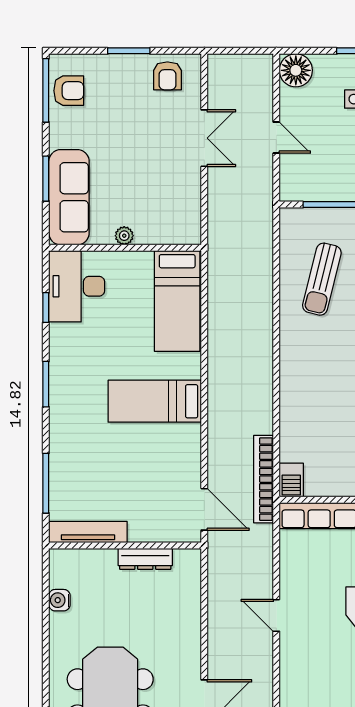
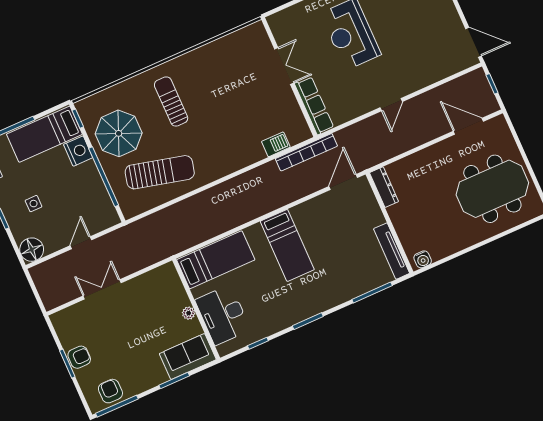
armchair: (167, 76) -> (79, 357), moved
sofa: (69, 197) -> (188, 357), width x0.73
sun lounger: (322, 279) -> (160, 172), width x1.36, depth x1.34
desk: (77, 286) -> (223, 315), moved, turned 90
barbecue: (291, 480) -> (276, 144), moved
dresser: (145, 559) -> (384, 187), moved
water cooler: (59, 600) -> (423, 259), moved

